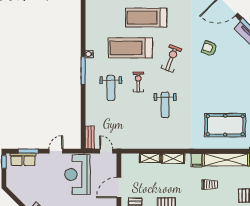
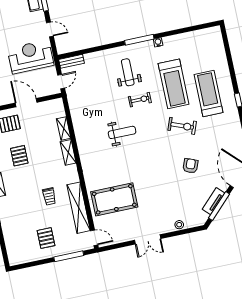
treadmill: (130, 48) -> (174, 84), turned 180
exercise bike: (171, 59) -> (182, 126), moved
weight bench: (111, 88) -> (128, 72), turned 90
weight bench: (165, 105) -> (122, 132), turned 180
pool table: (225, 125) -> (114, 199), turned 90
filing cabinet: (196, 160) -> (72, 177), removed

